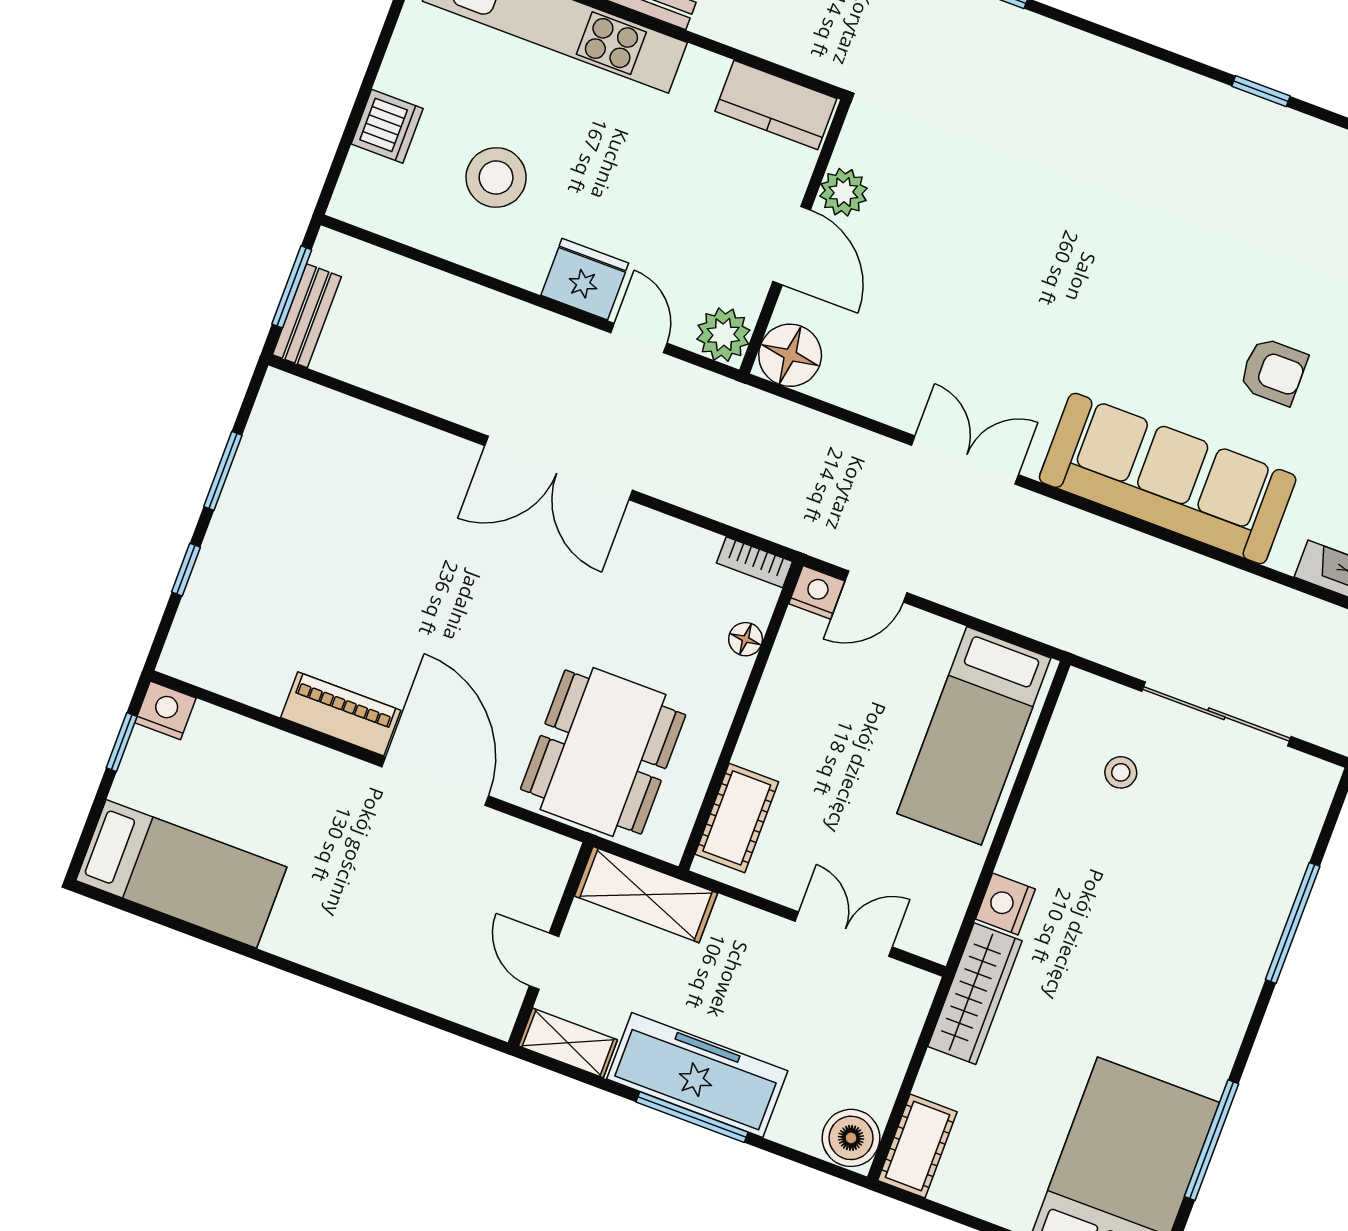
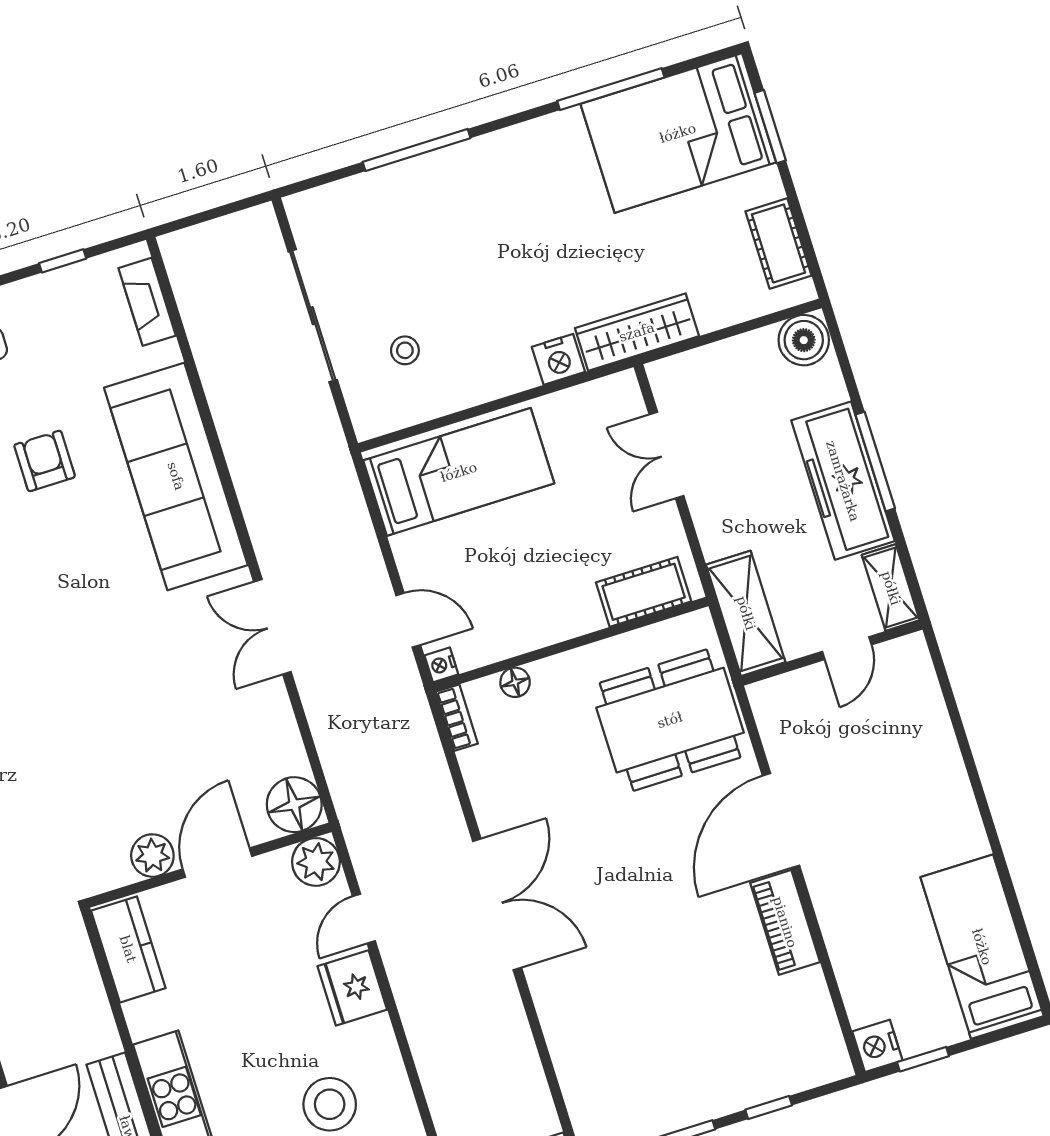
nightstand: (817, 592) -> (441, 665), width x0.72, depth x0.74
cot: (917, 1146) -> (778, 243), moved, turned 90

